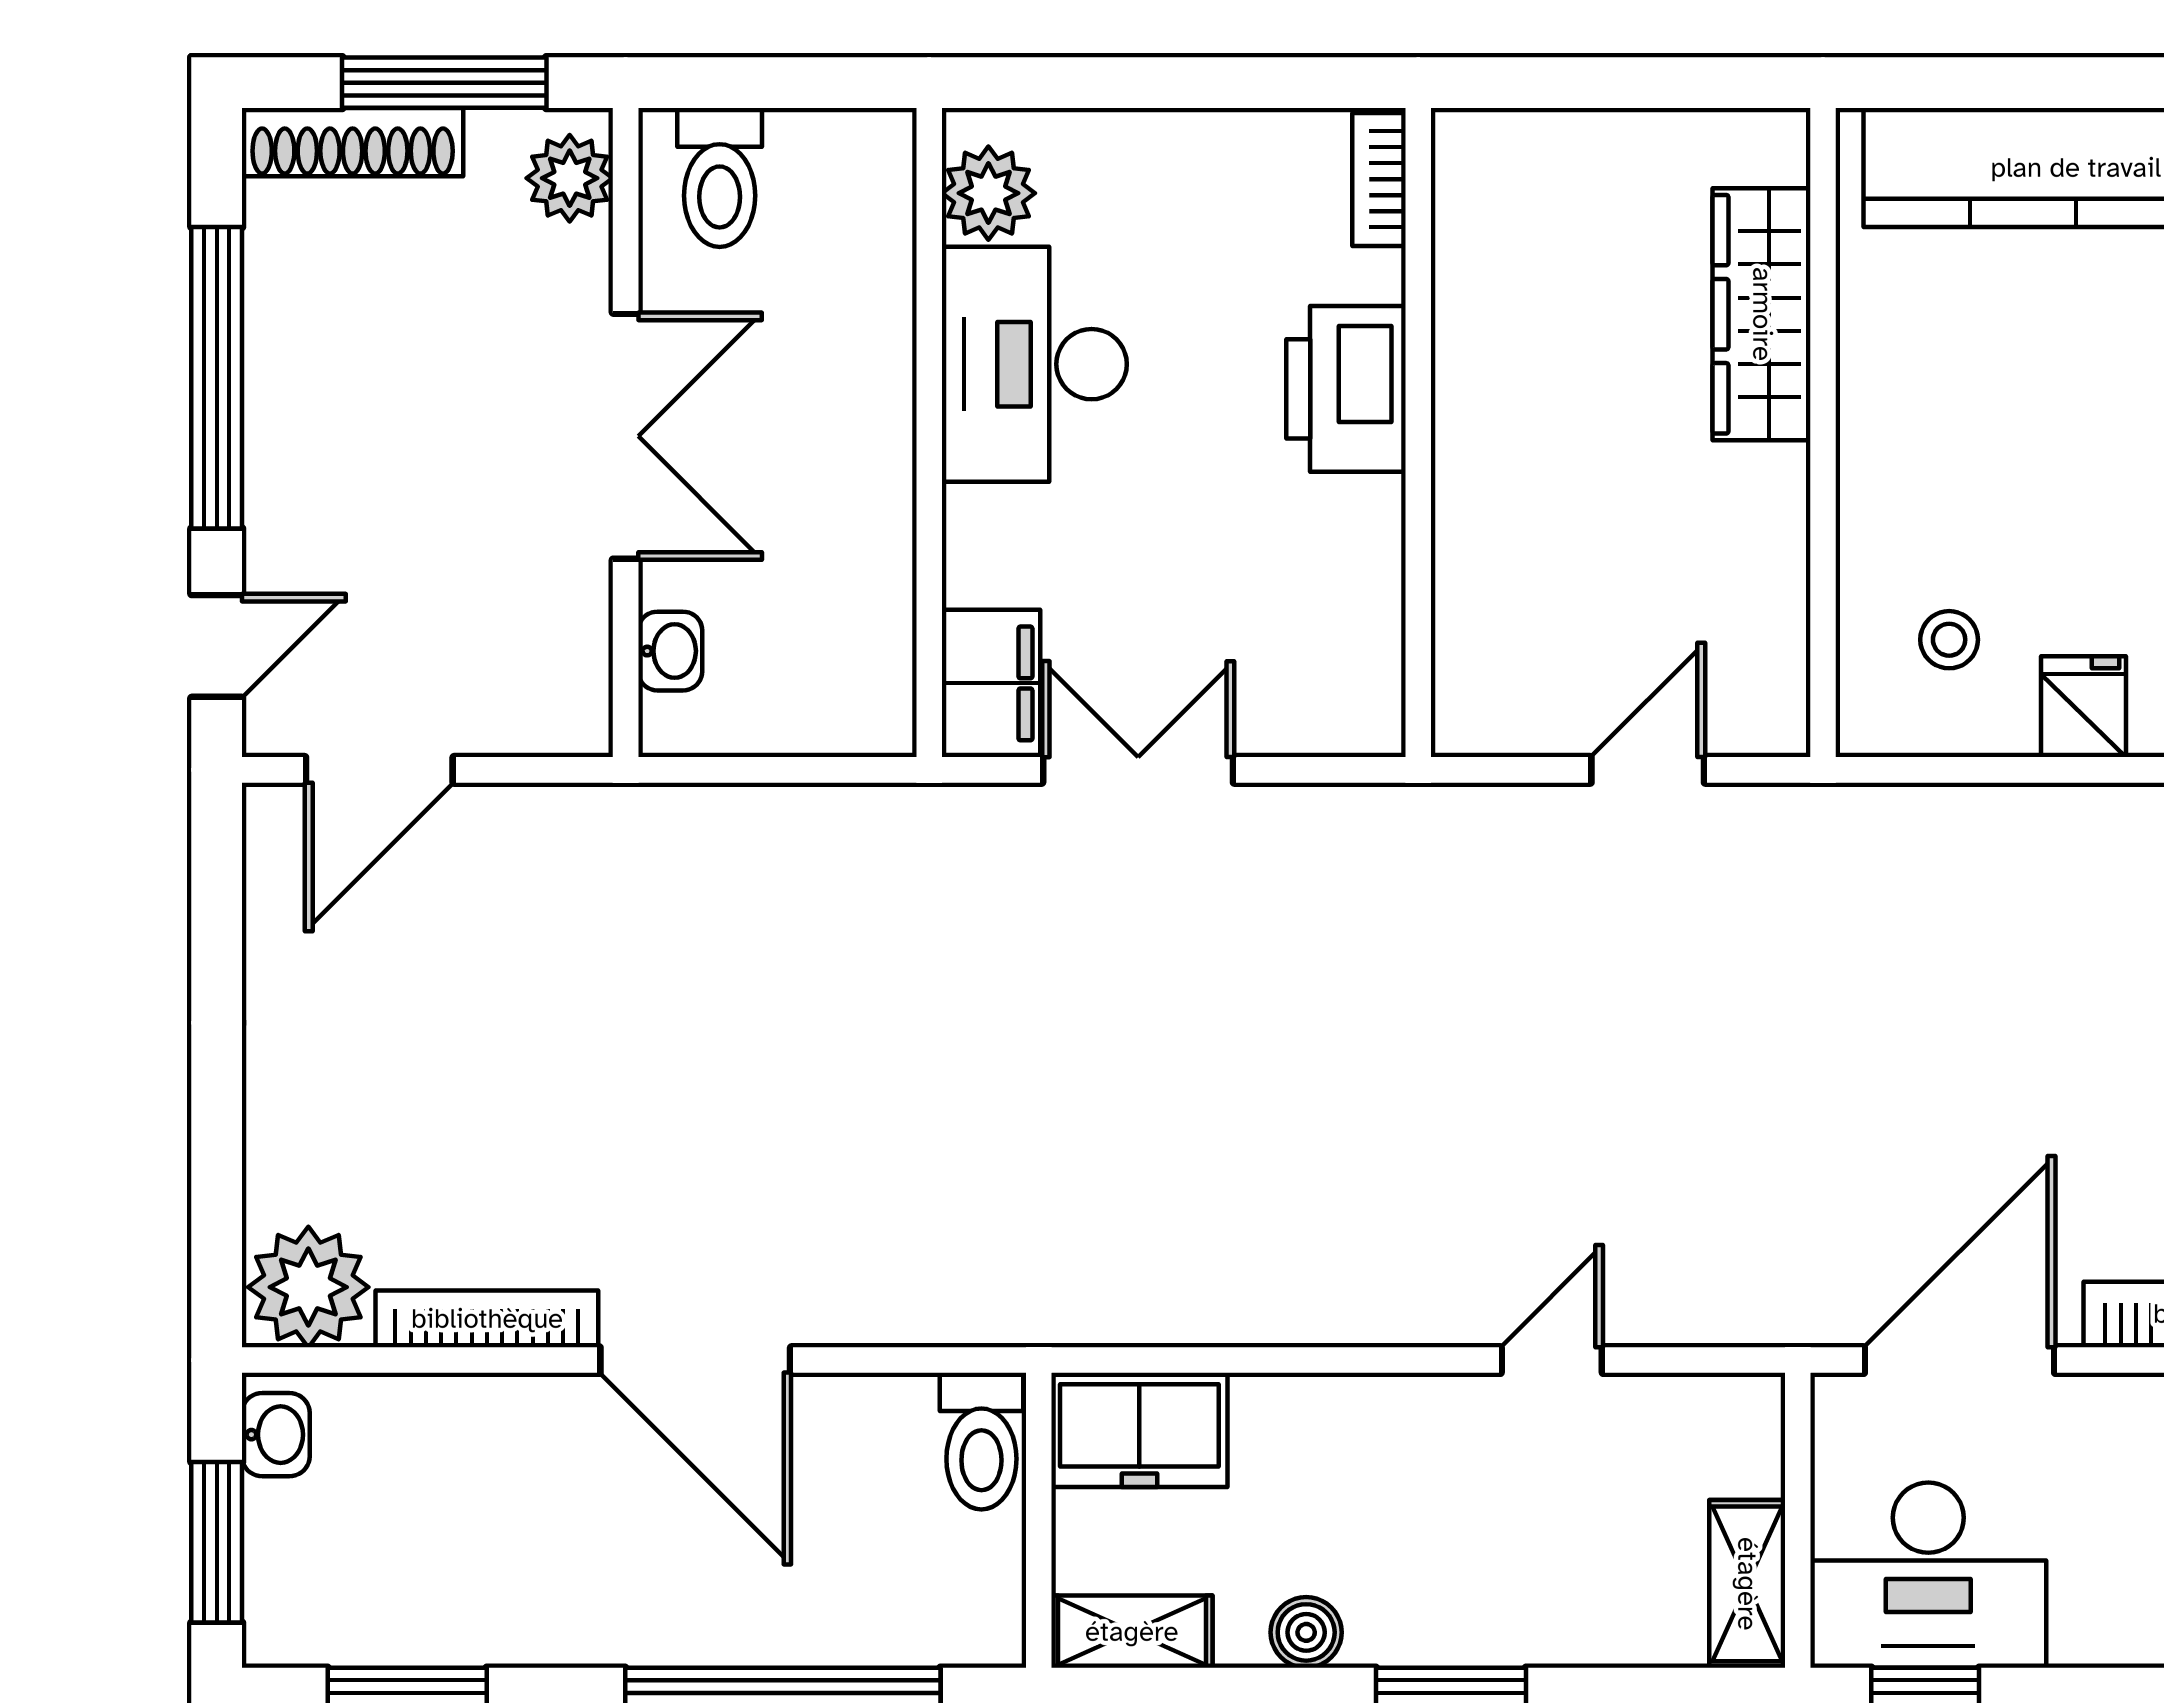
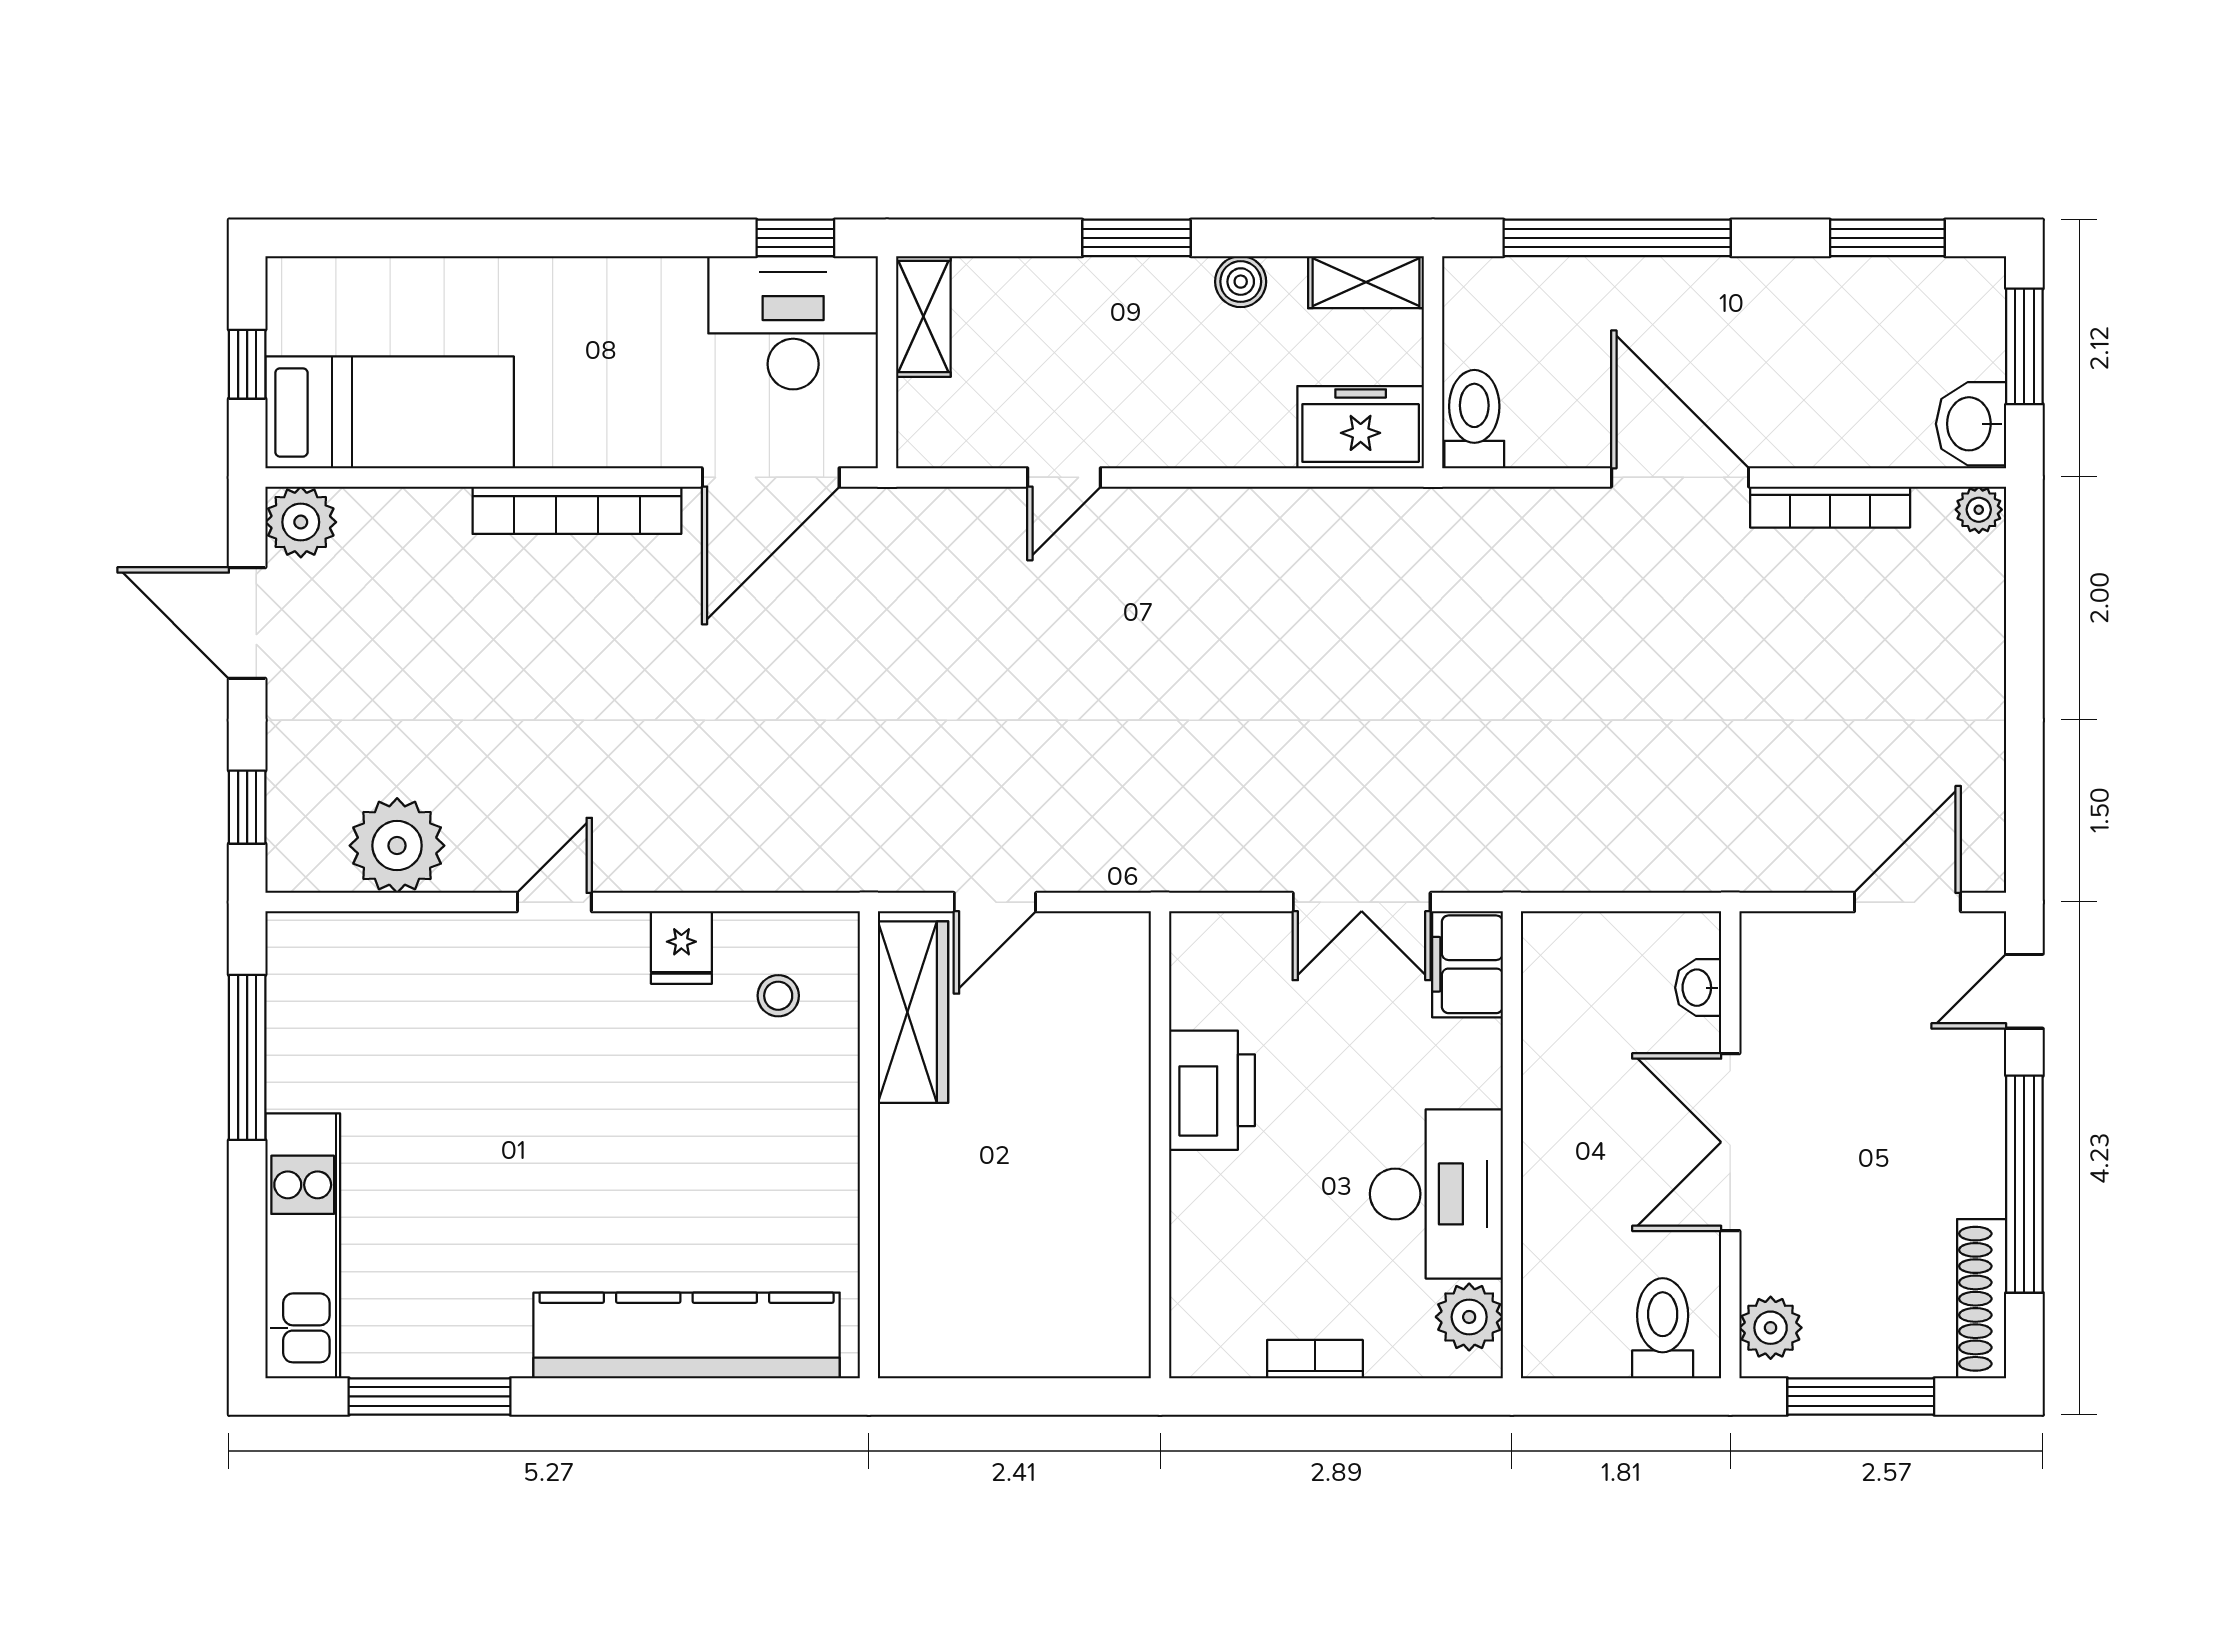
shoe rack: (353, 142) -> (1982, 1299), moved, turned -90
bookcase: (1379, 179) -> (1315, 1359), moved, turned -90
wardrobe: (1762, 314) -> (913, 1012), moved
printer: (1346, 389) -> (1212, 1090), moved
plant: (308, 1287) -> (1979, 510), width x0.53, depth x0.53
washbasin: (276, 1435) -> (1971, 424), width x1.38, depth x1.45

